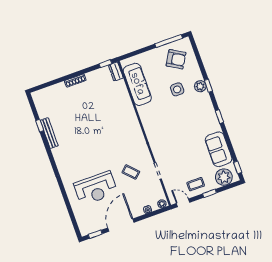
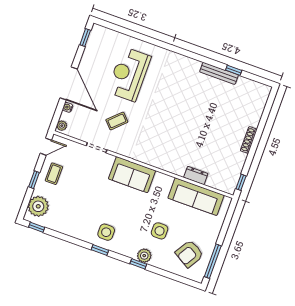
dresser: (116, 72) -> (196, 175), moved
side table: (205, 122) -> (106, 232), added
sofa: (219, 149) -> (132, 175), moved, turned 180
door: (121, 225) -> (69, 83), moved

